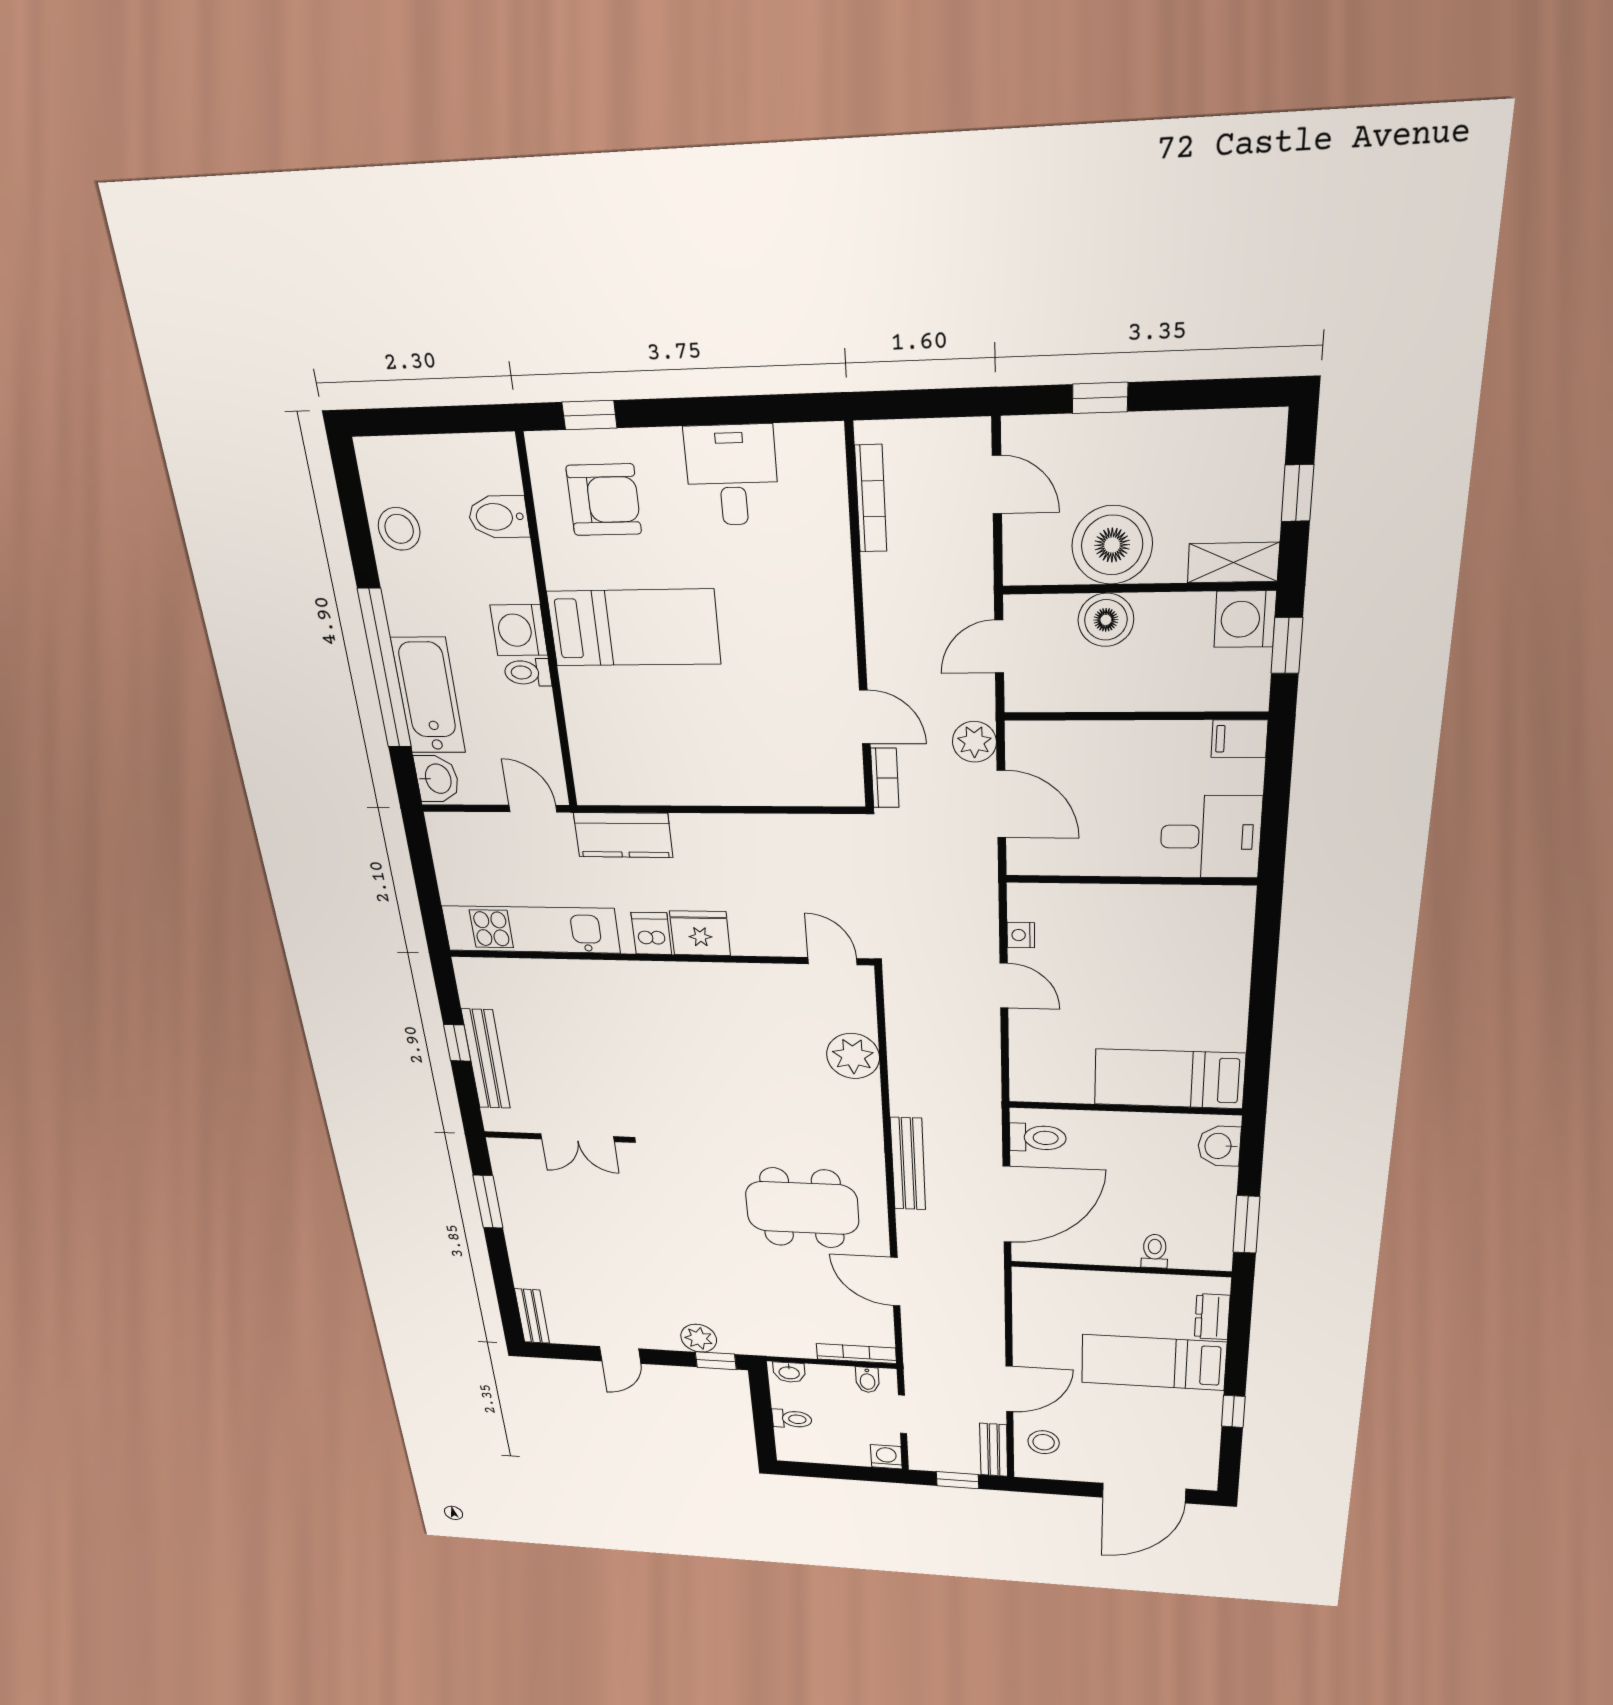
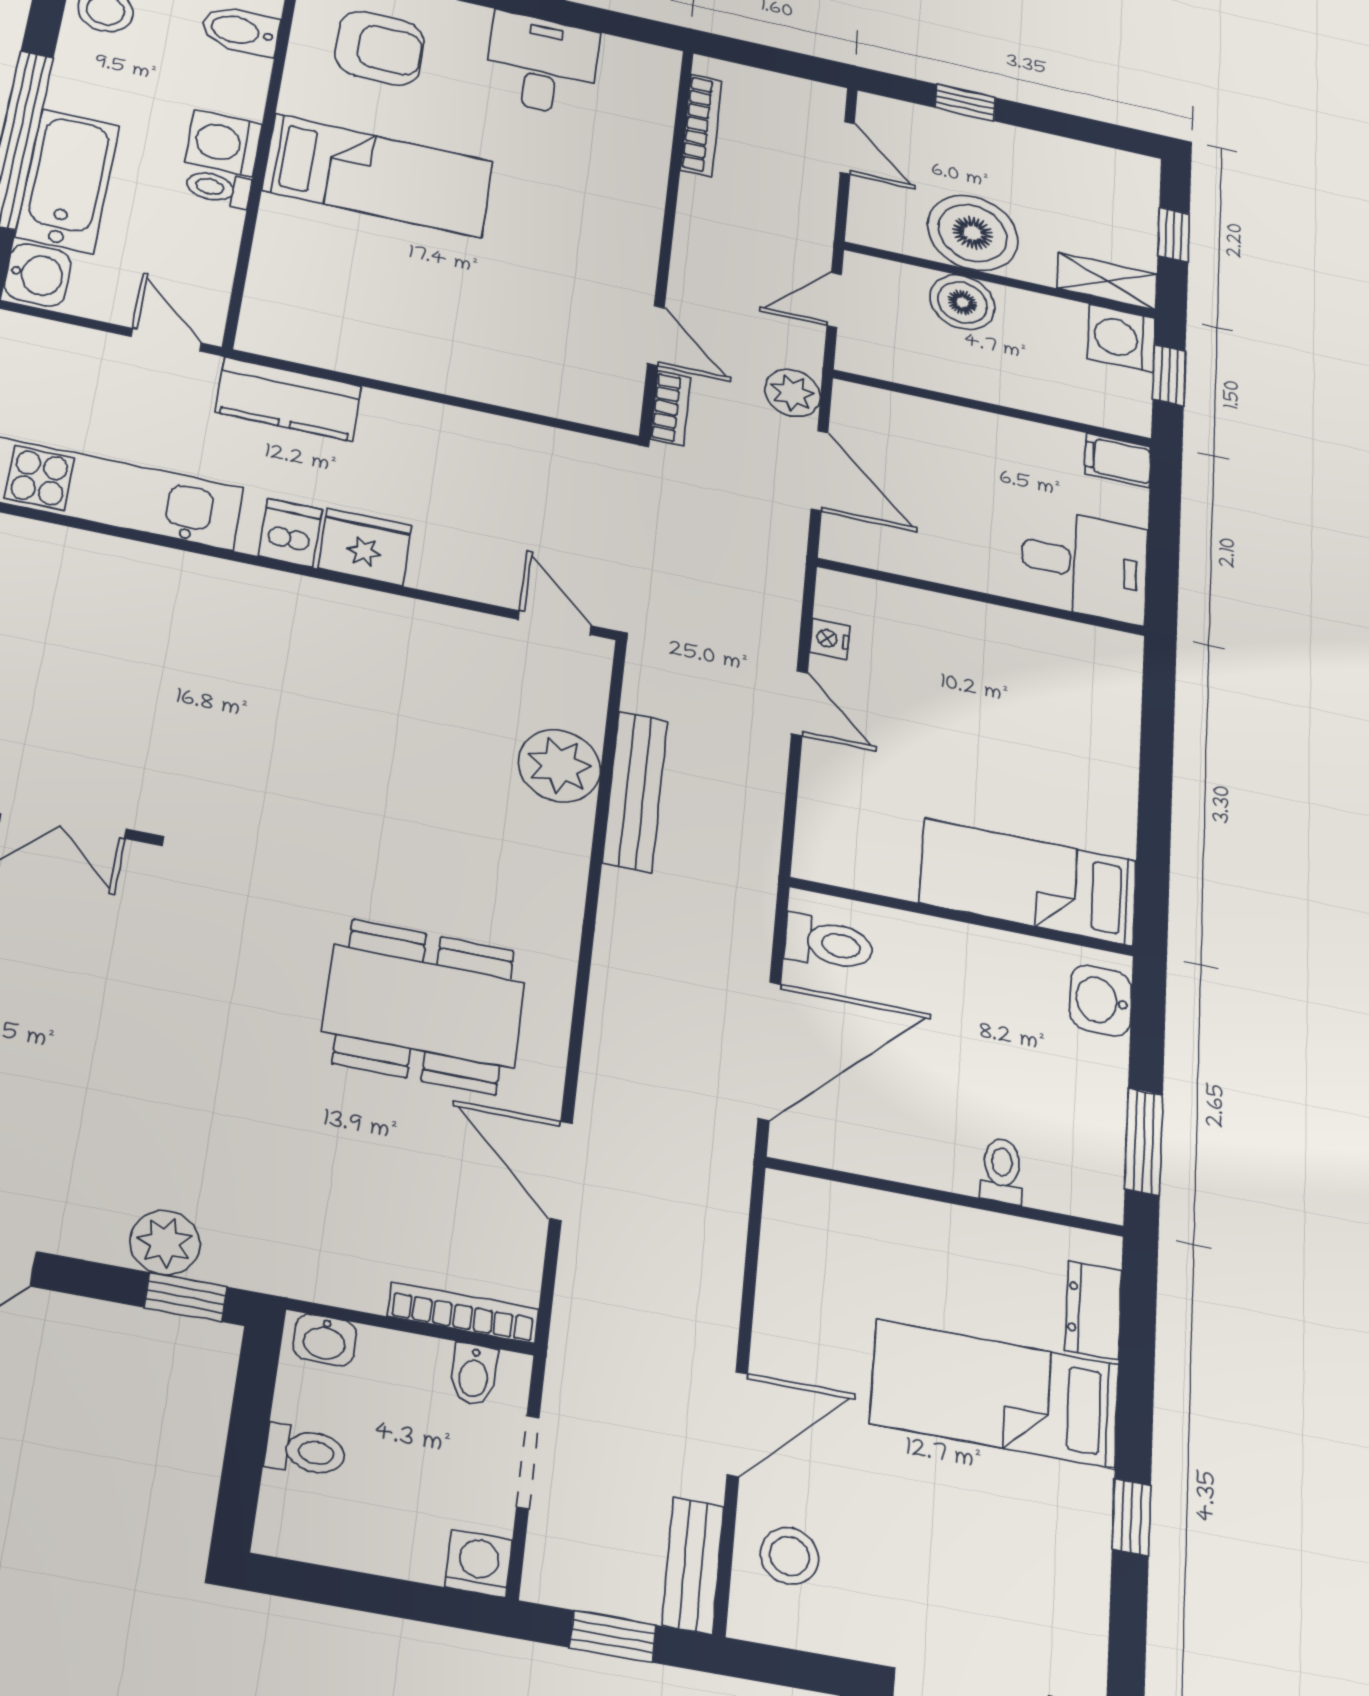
bench: (908, 1164) -> (635, 791), moved

